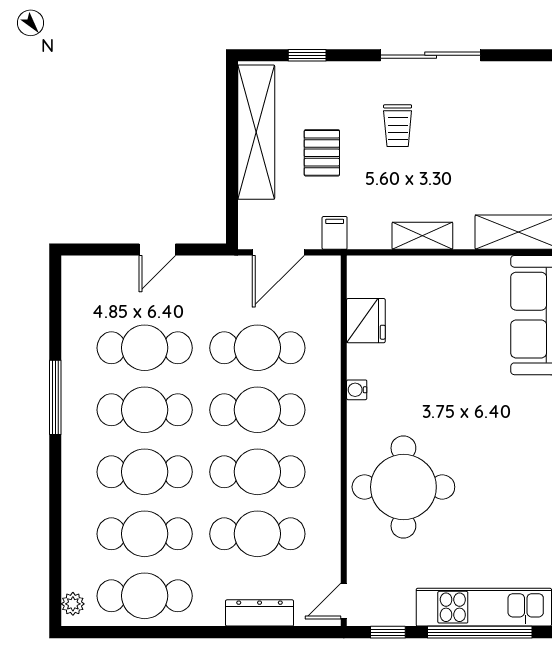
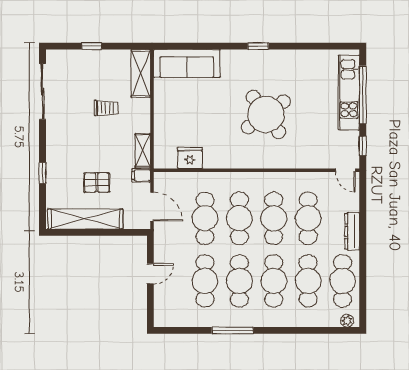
window: (307, 55) -> (42, 173), moved
sliding door: (431, 55) -> (42, 91), moved
trolley: (398, 126) -> (106, 108), moved
shelving: (422, 236) -> (143, 150), moved
door: (157, 249) -> (150, 274), hinge flipped
water cooler: (357, 390) -> (228, 163), removed
round table: (403, 487) -> (266, 114), moved, turned -36
dresser: (260, 613) -> (352, 231), moved

